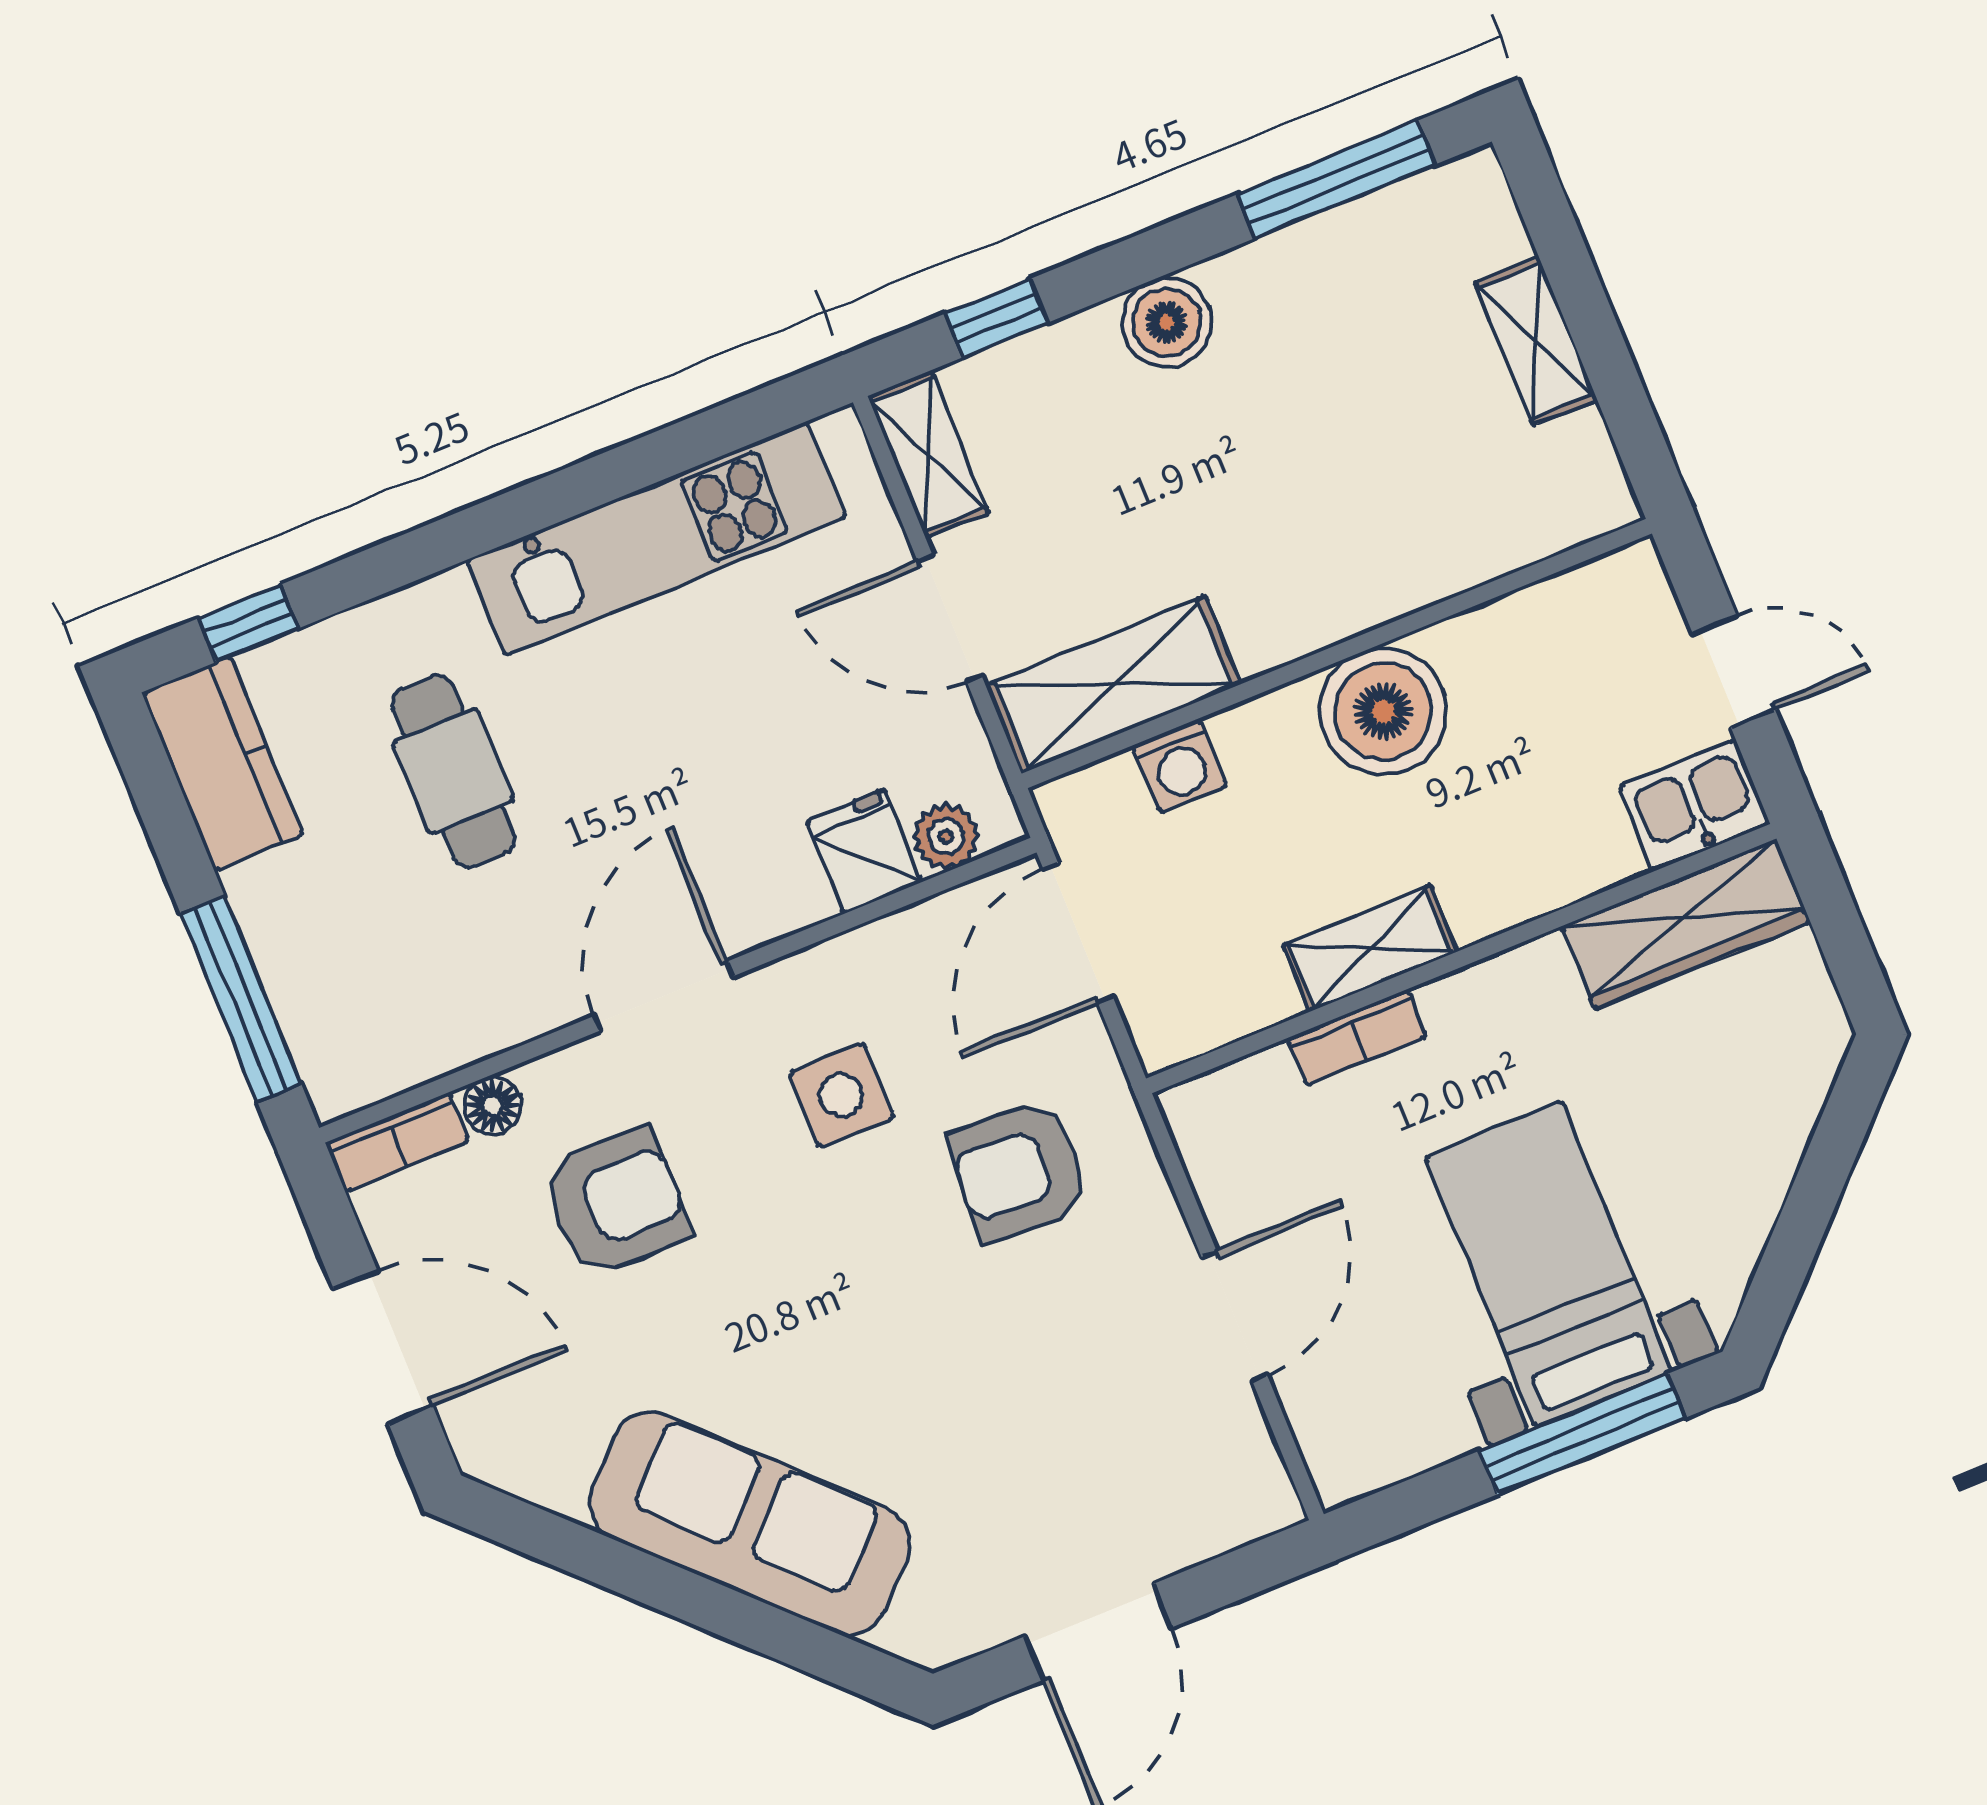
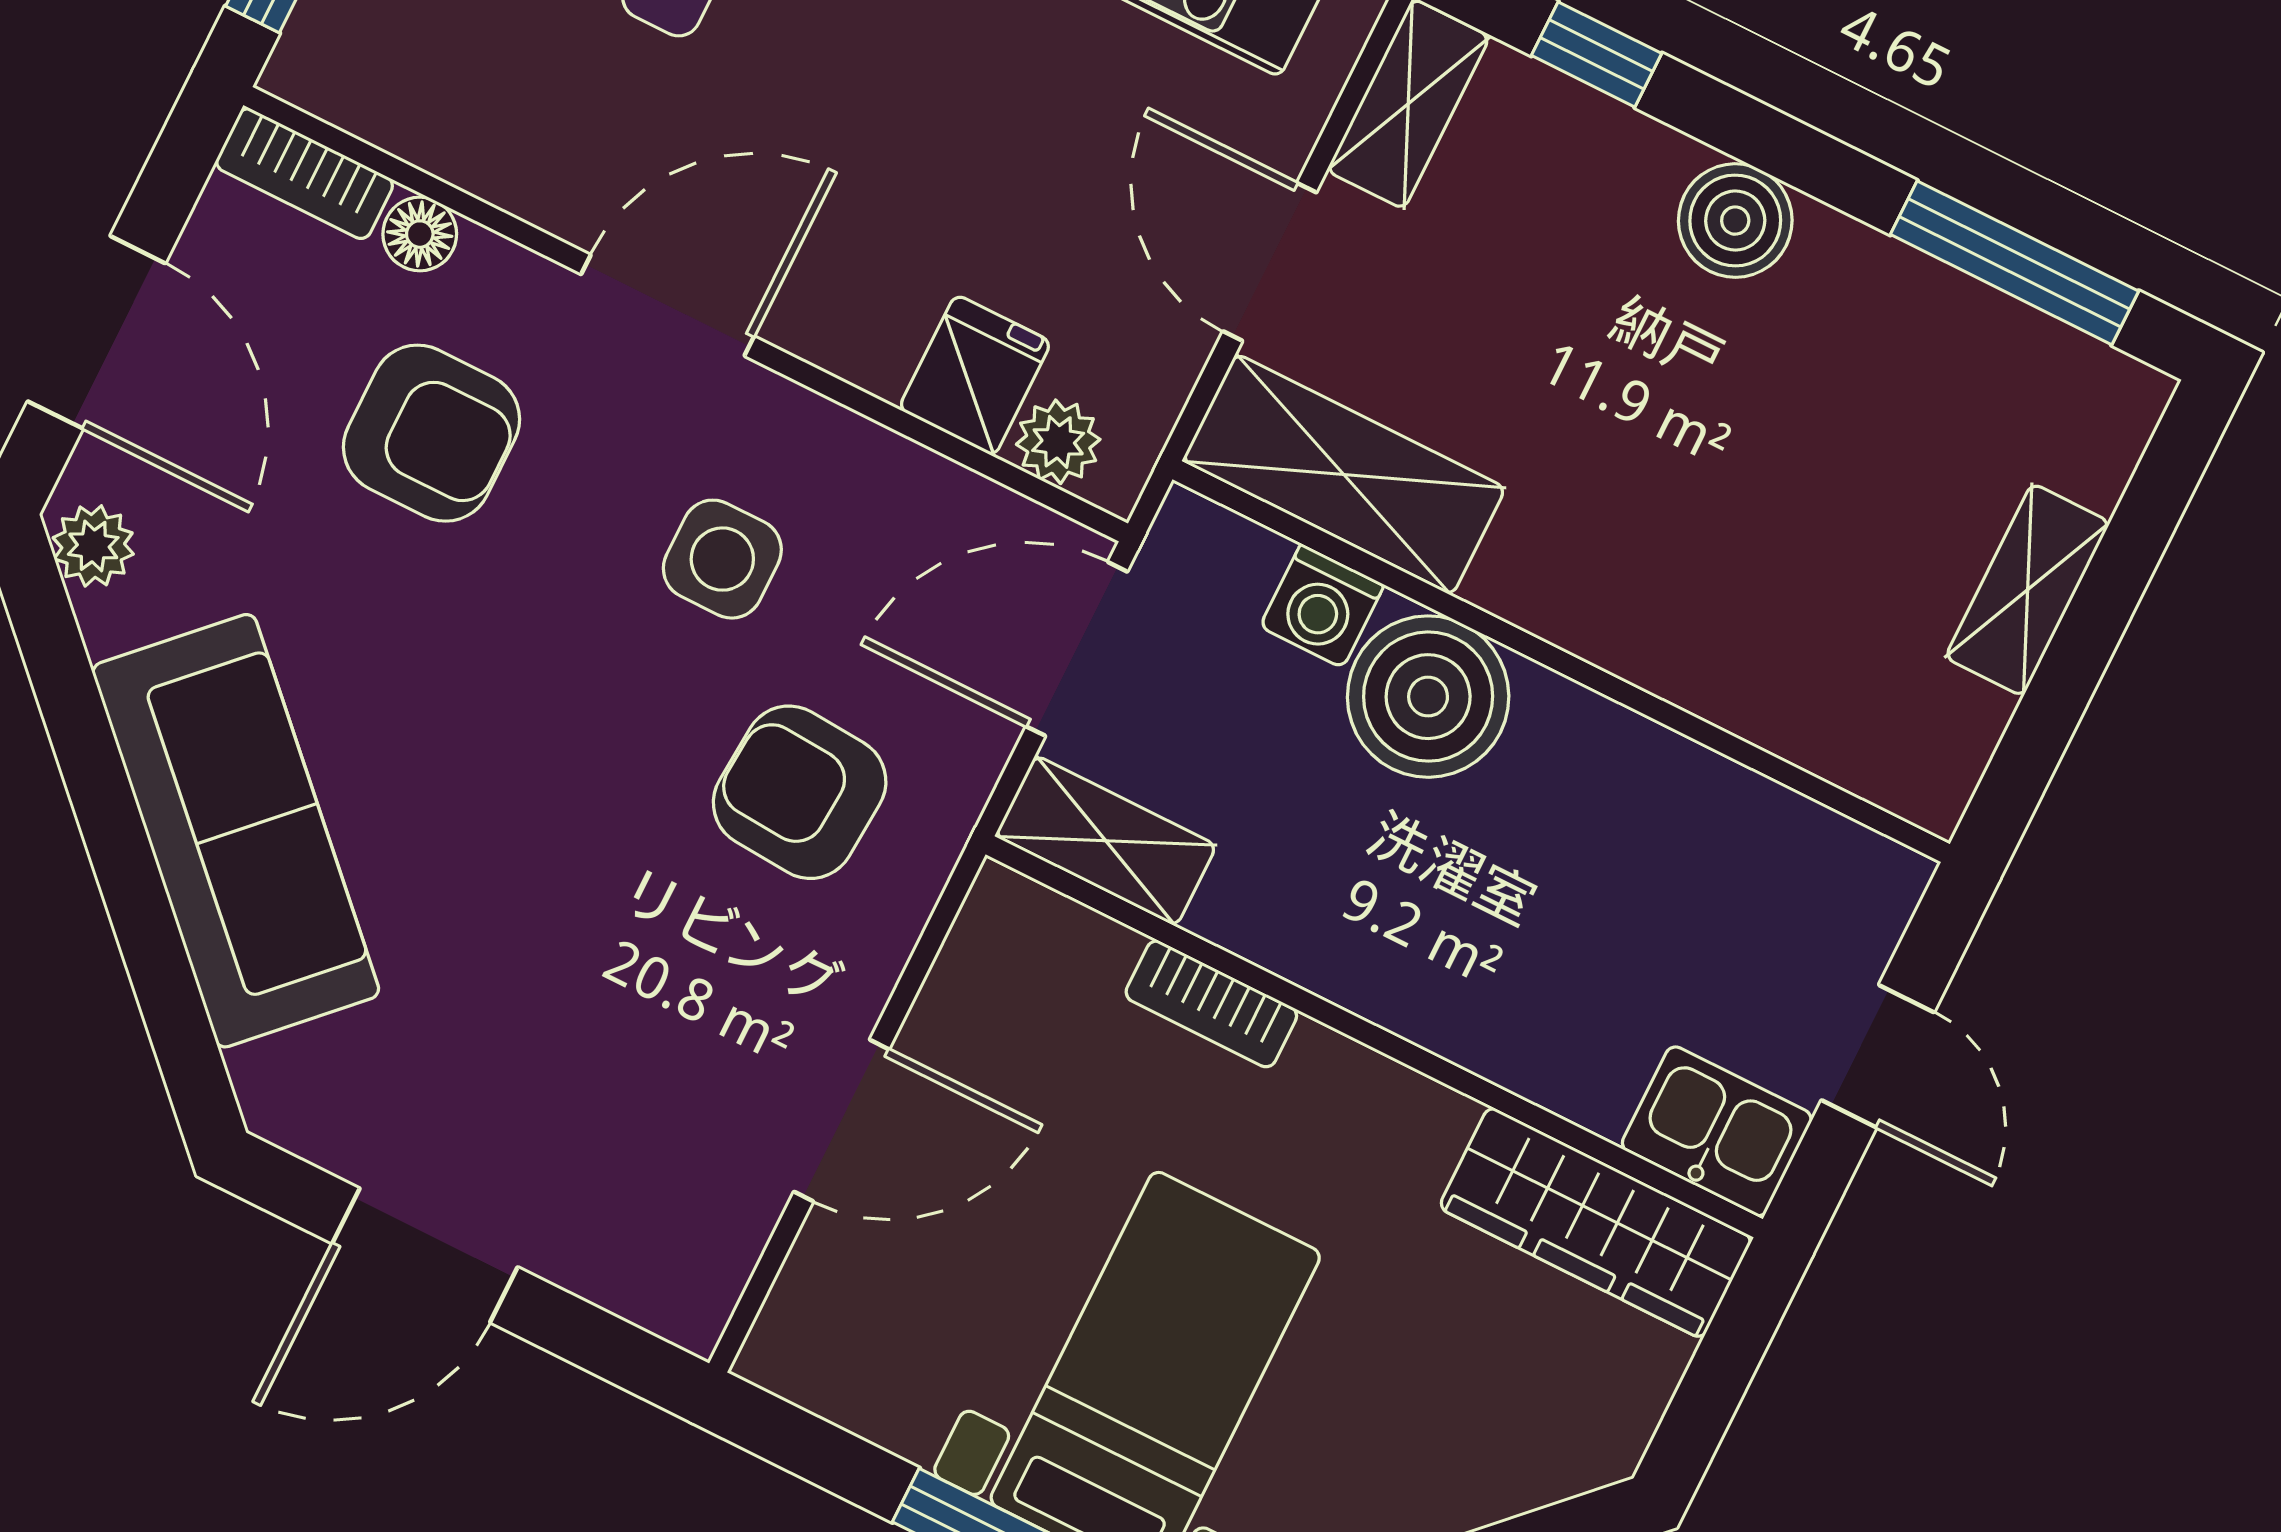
boiler: (1383, 712) -> (1428, 697), moved
shelving: (1370, 948) -> (1106, 841), moved
plant: (507, 1460) -> (93, 546), added

